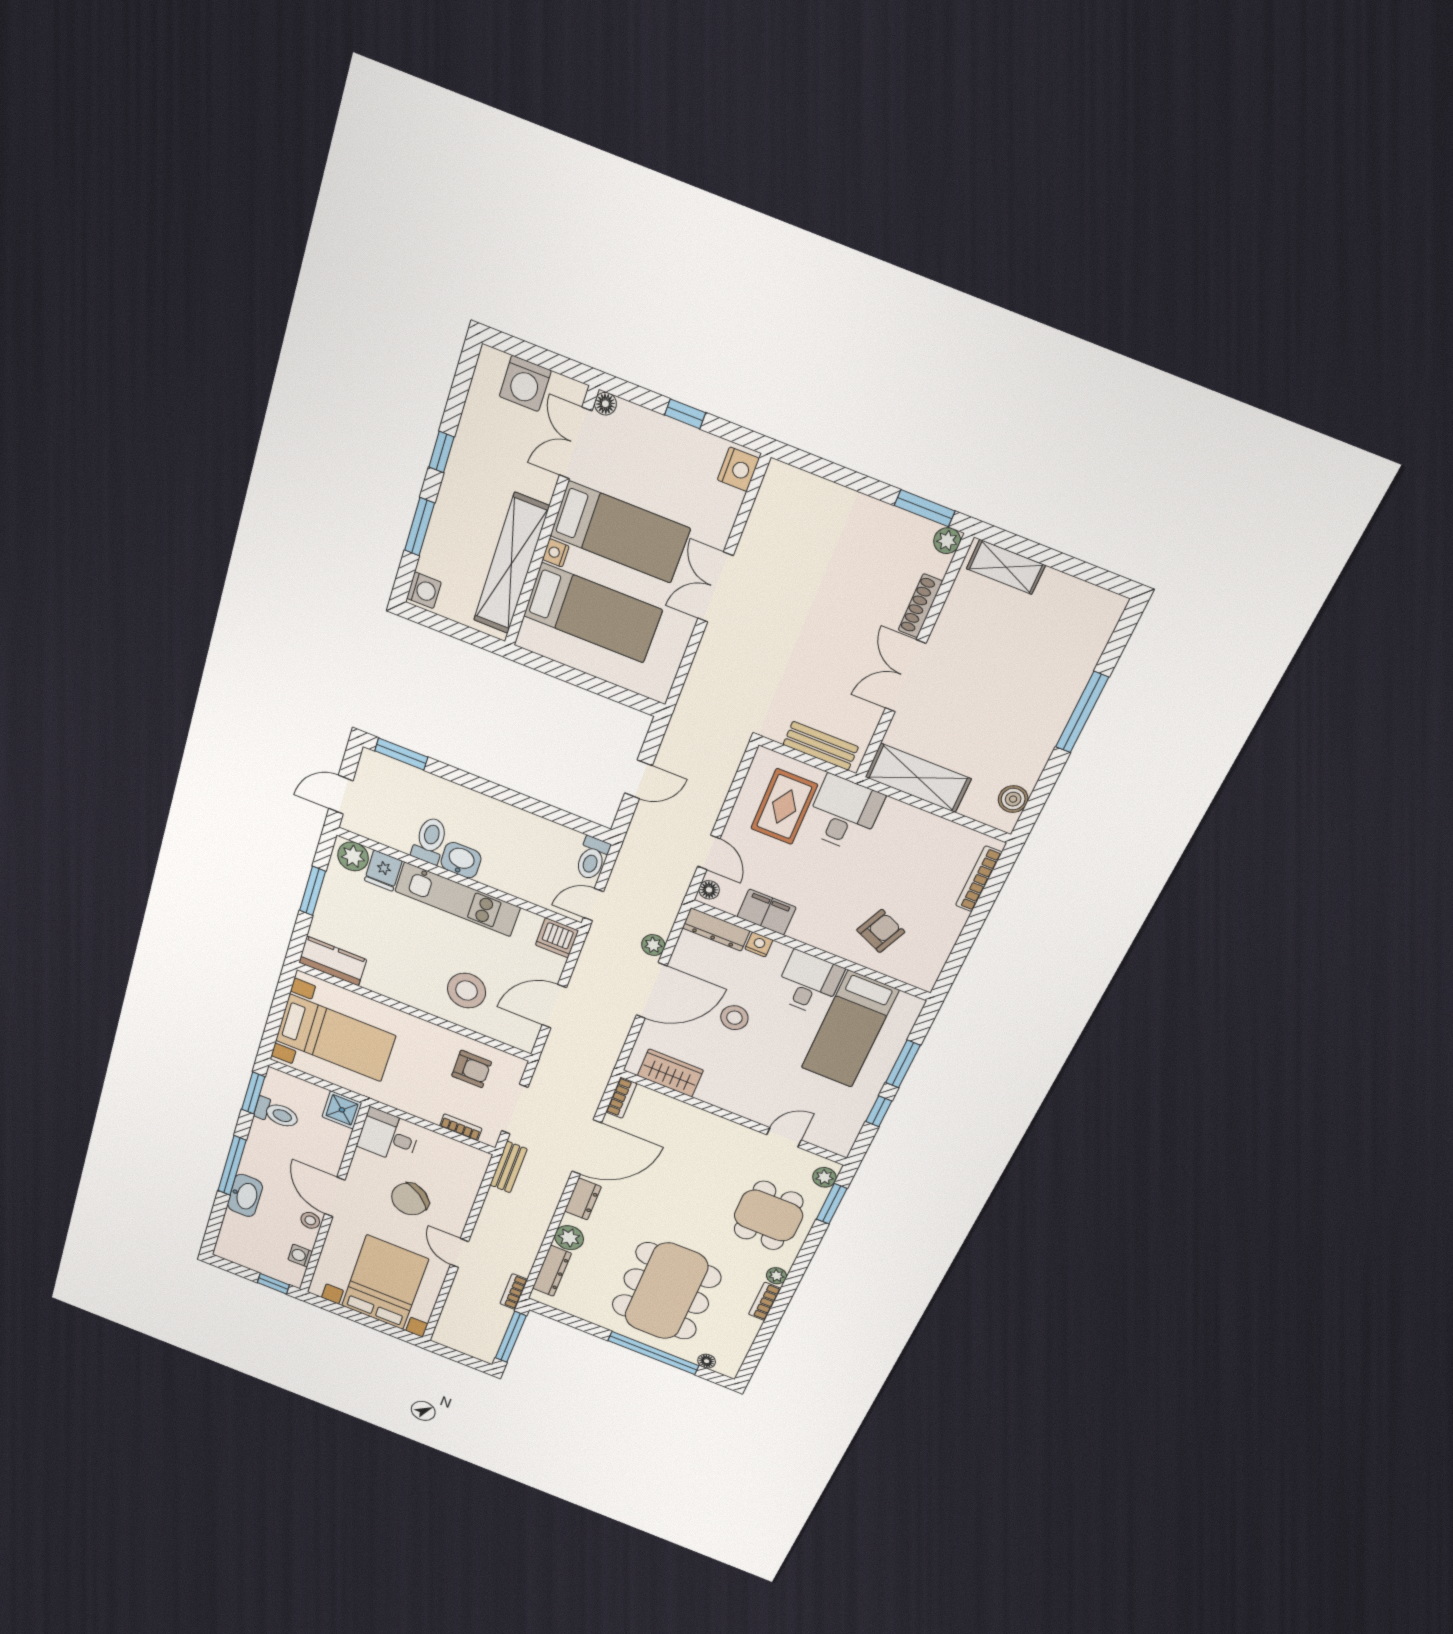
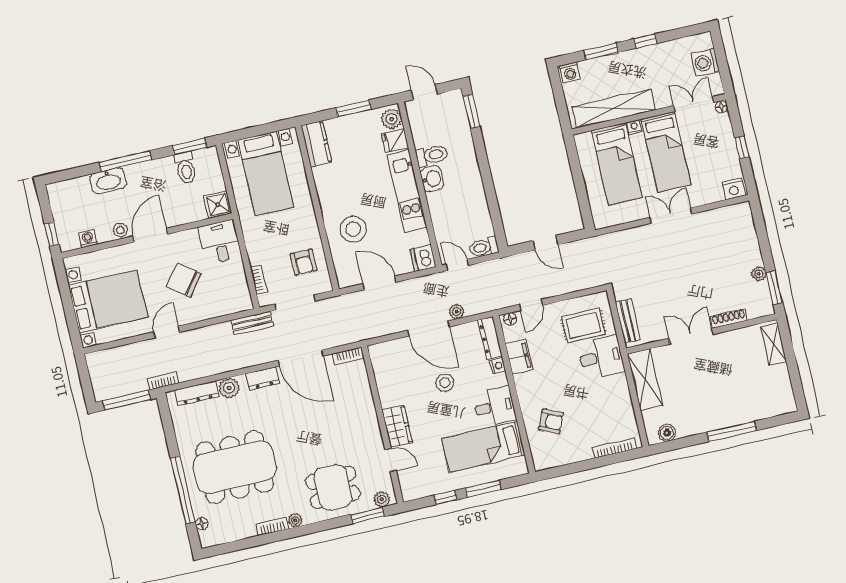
plant: (947, 541) -> (759, 274), moved
wardrobe: (670, 1073) -> (397, 427), moved

